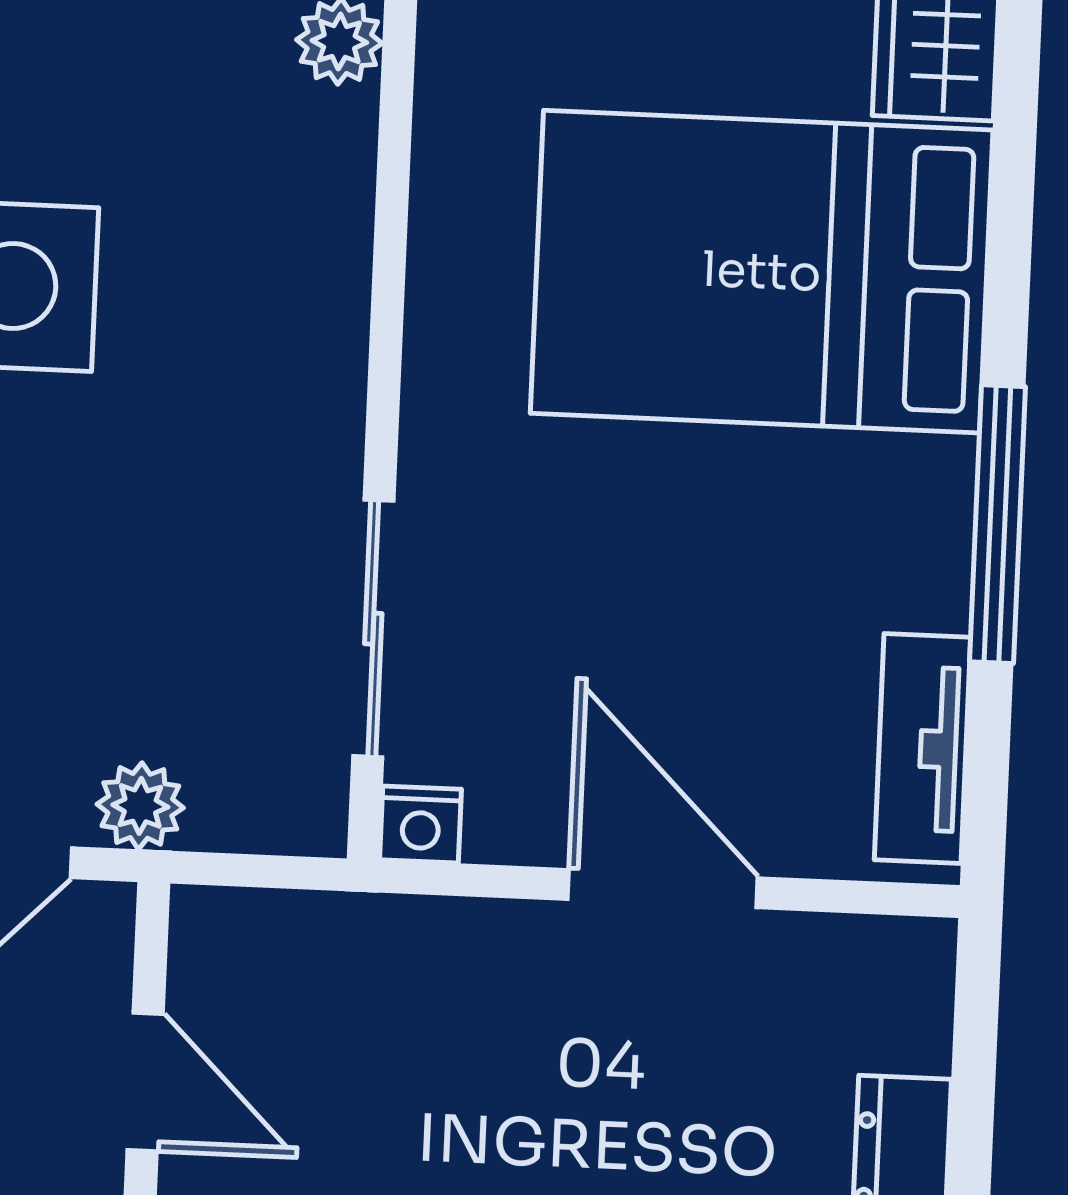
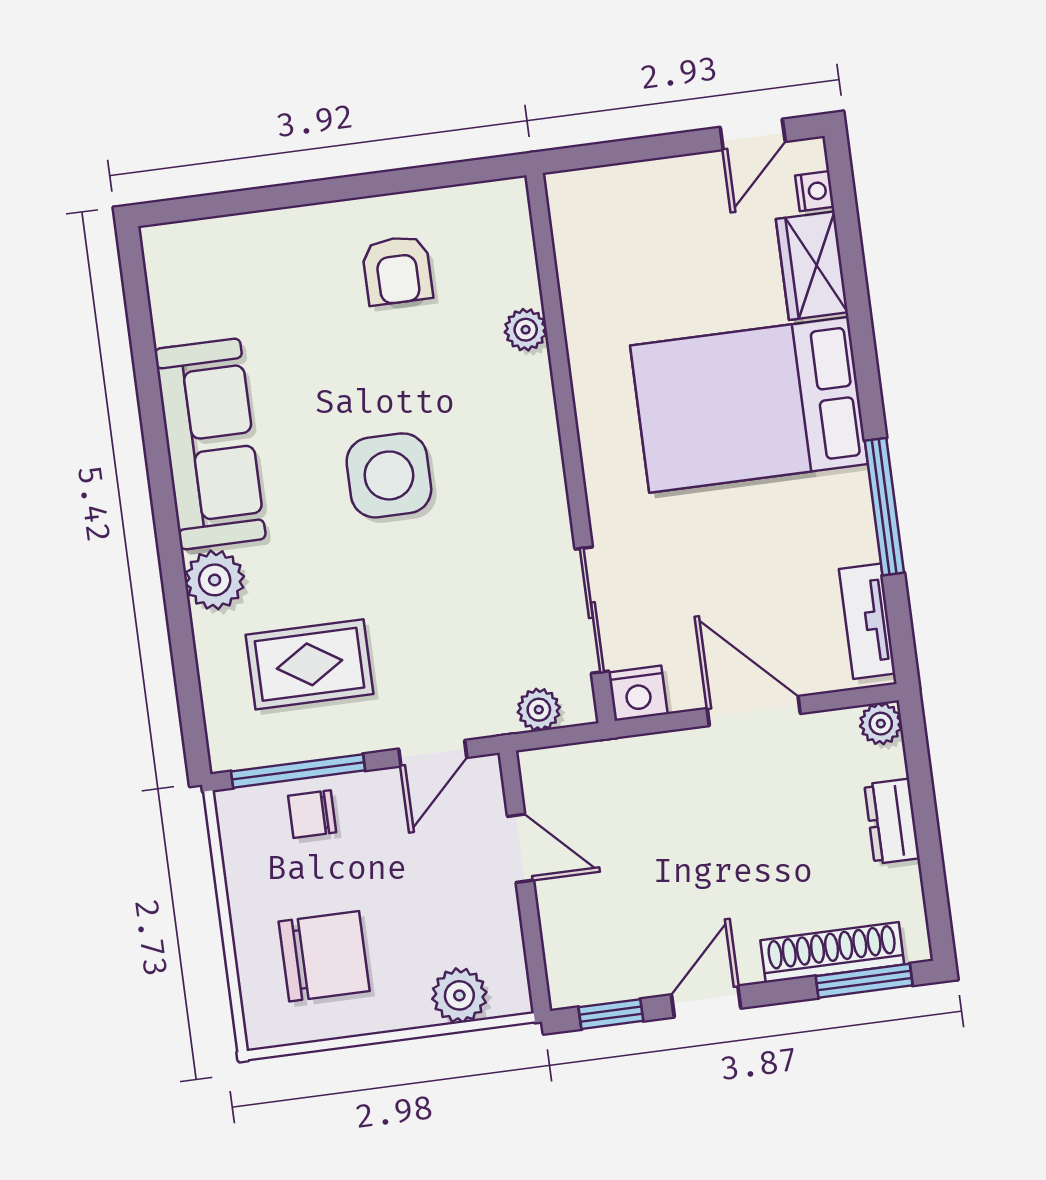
plant: (140, 806) -> (539, 710), moved
nightstand: (421, 825) -> (638, 693), width x1.39, depth x1.35
plant: (914, 959) -> (881, 724), added

